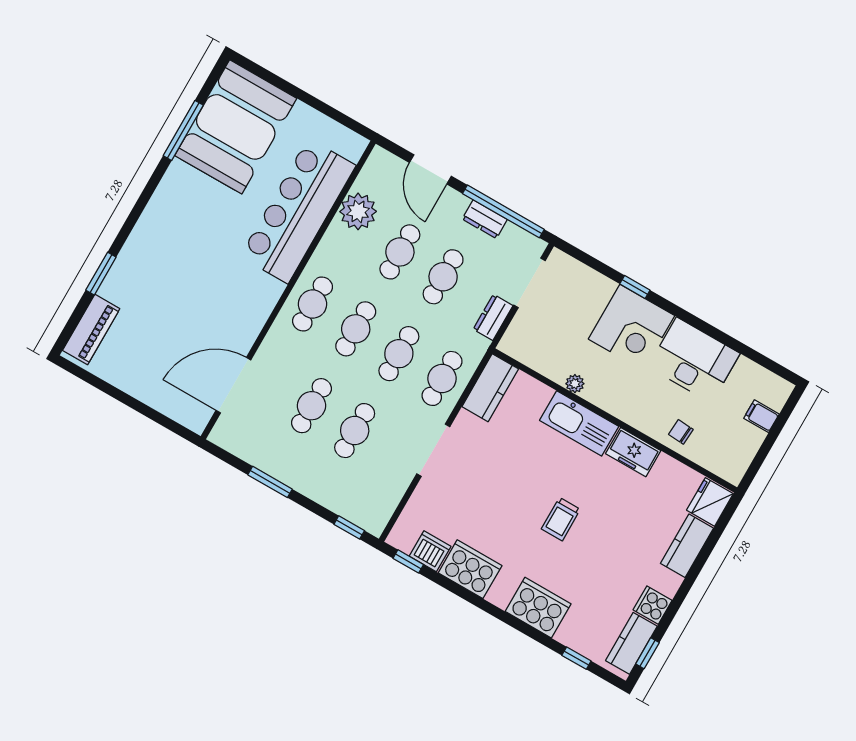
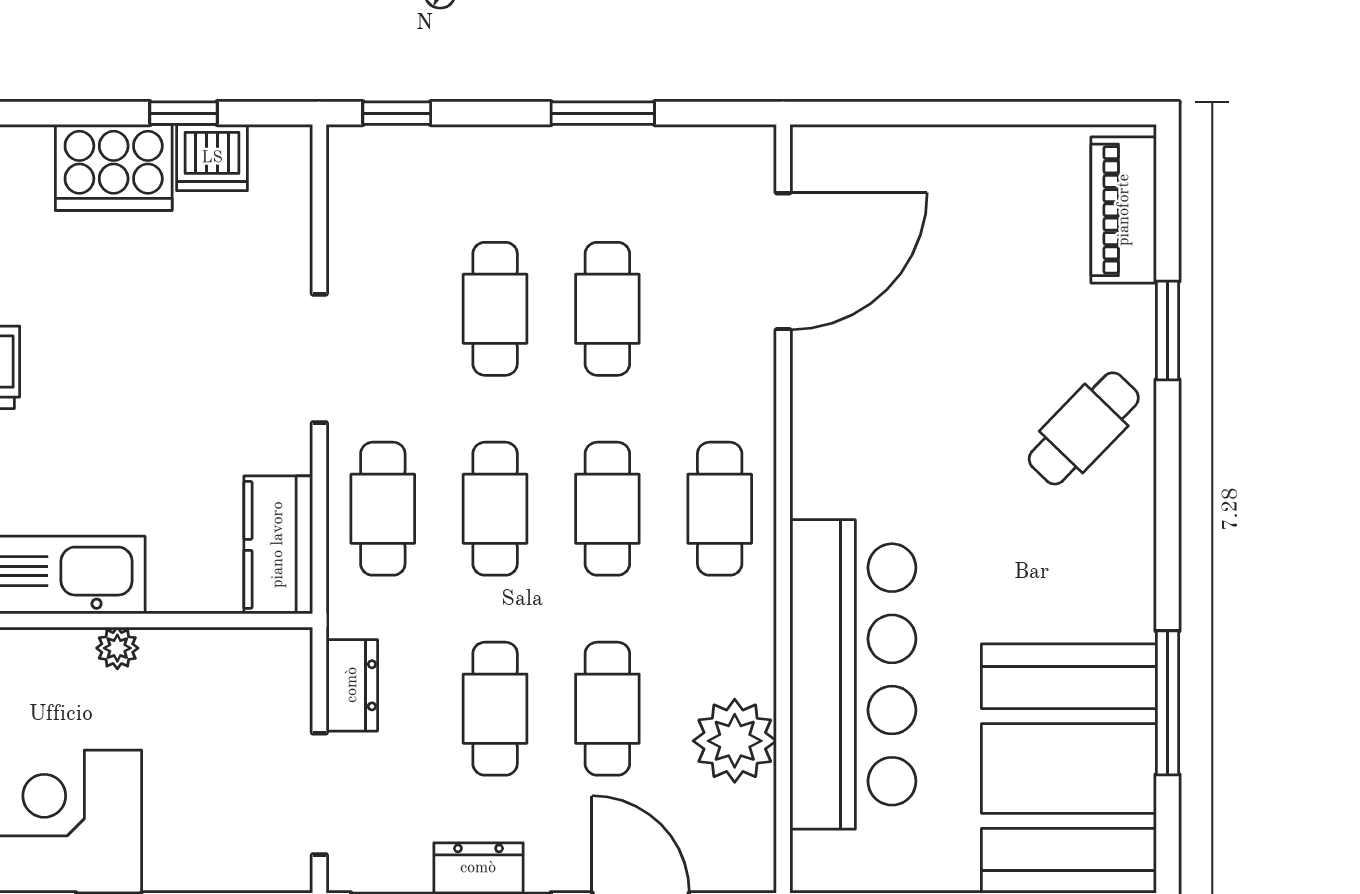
cafe table: (155, 254) -> (1084, 428), added
window: (408, 561) -> (183, 113), moved

